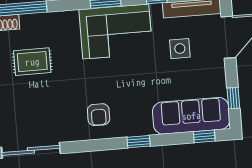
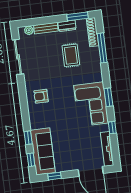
side table: (180, 49) -> (83, 143), removed
window: (139, 142) -> (28, 138), moved

